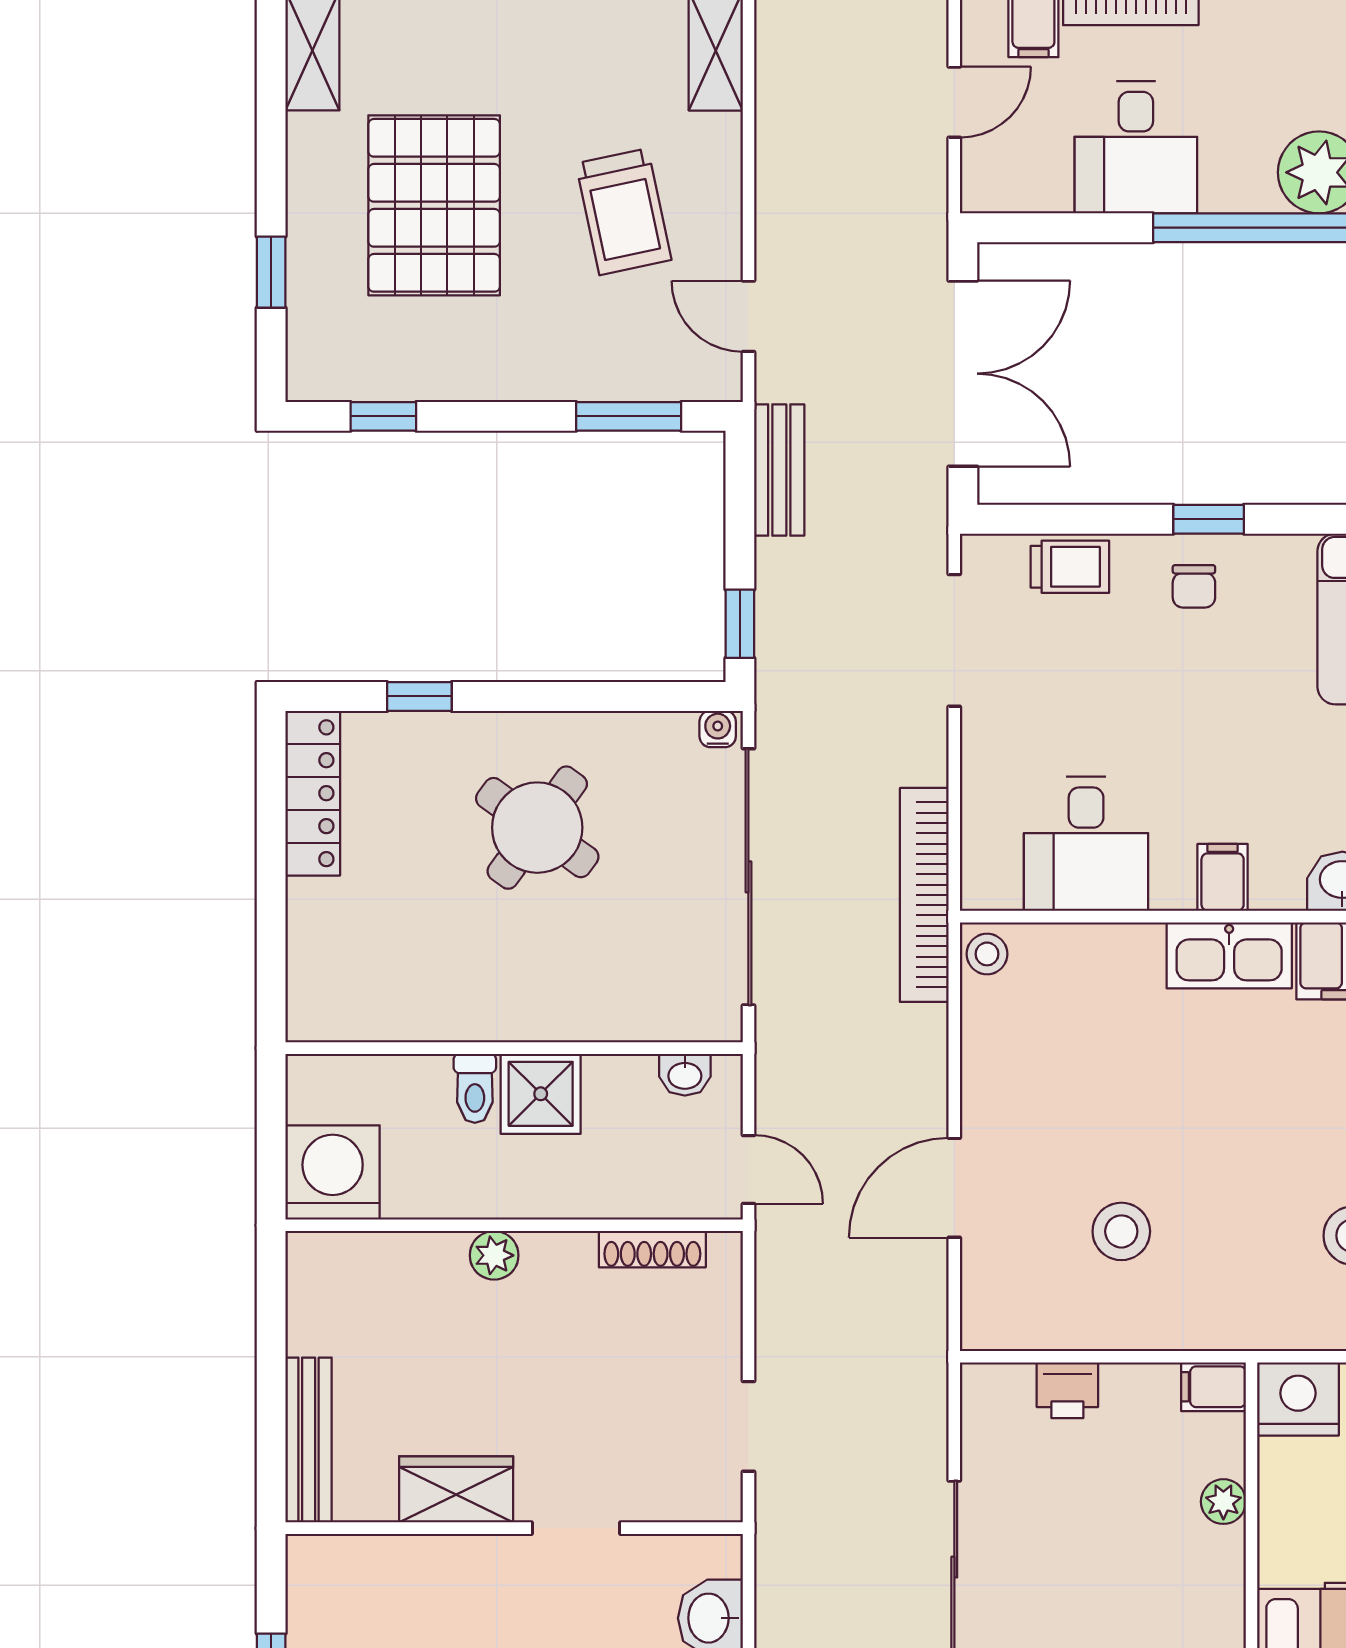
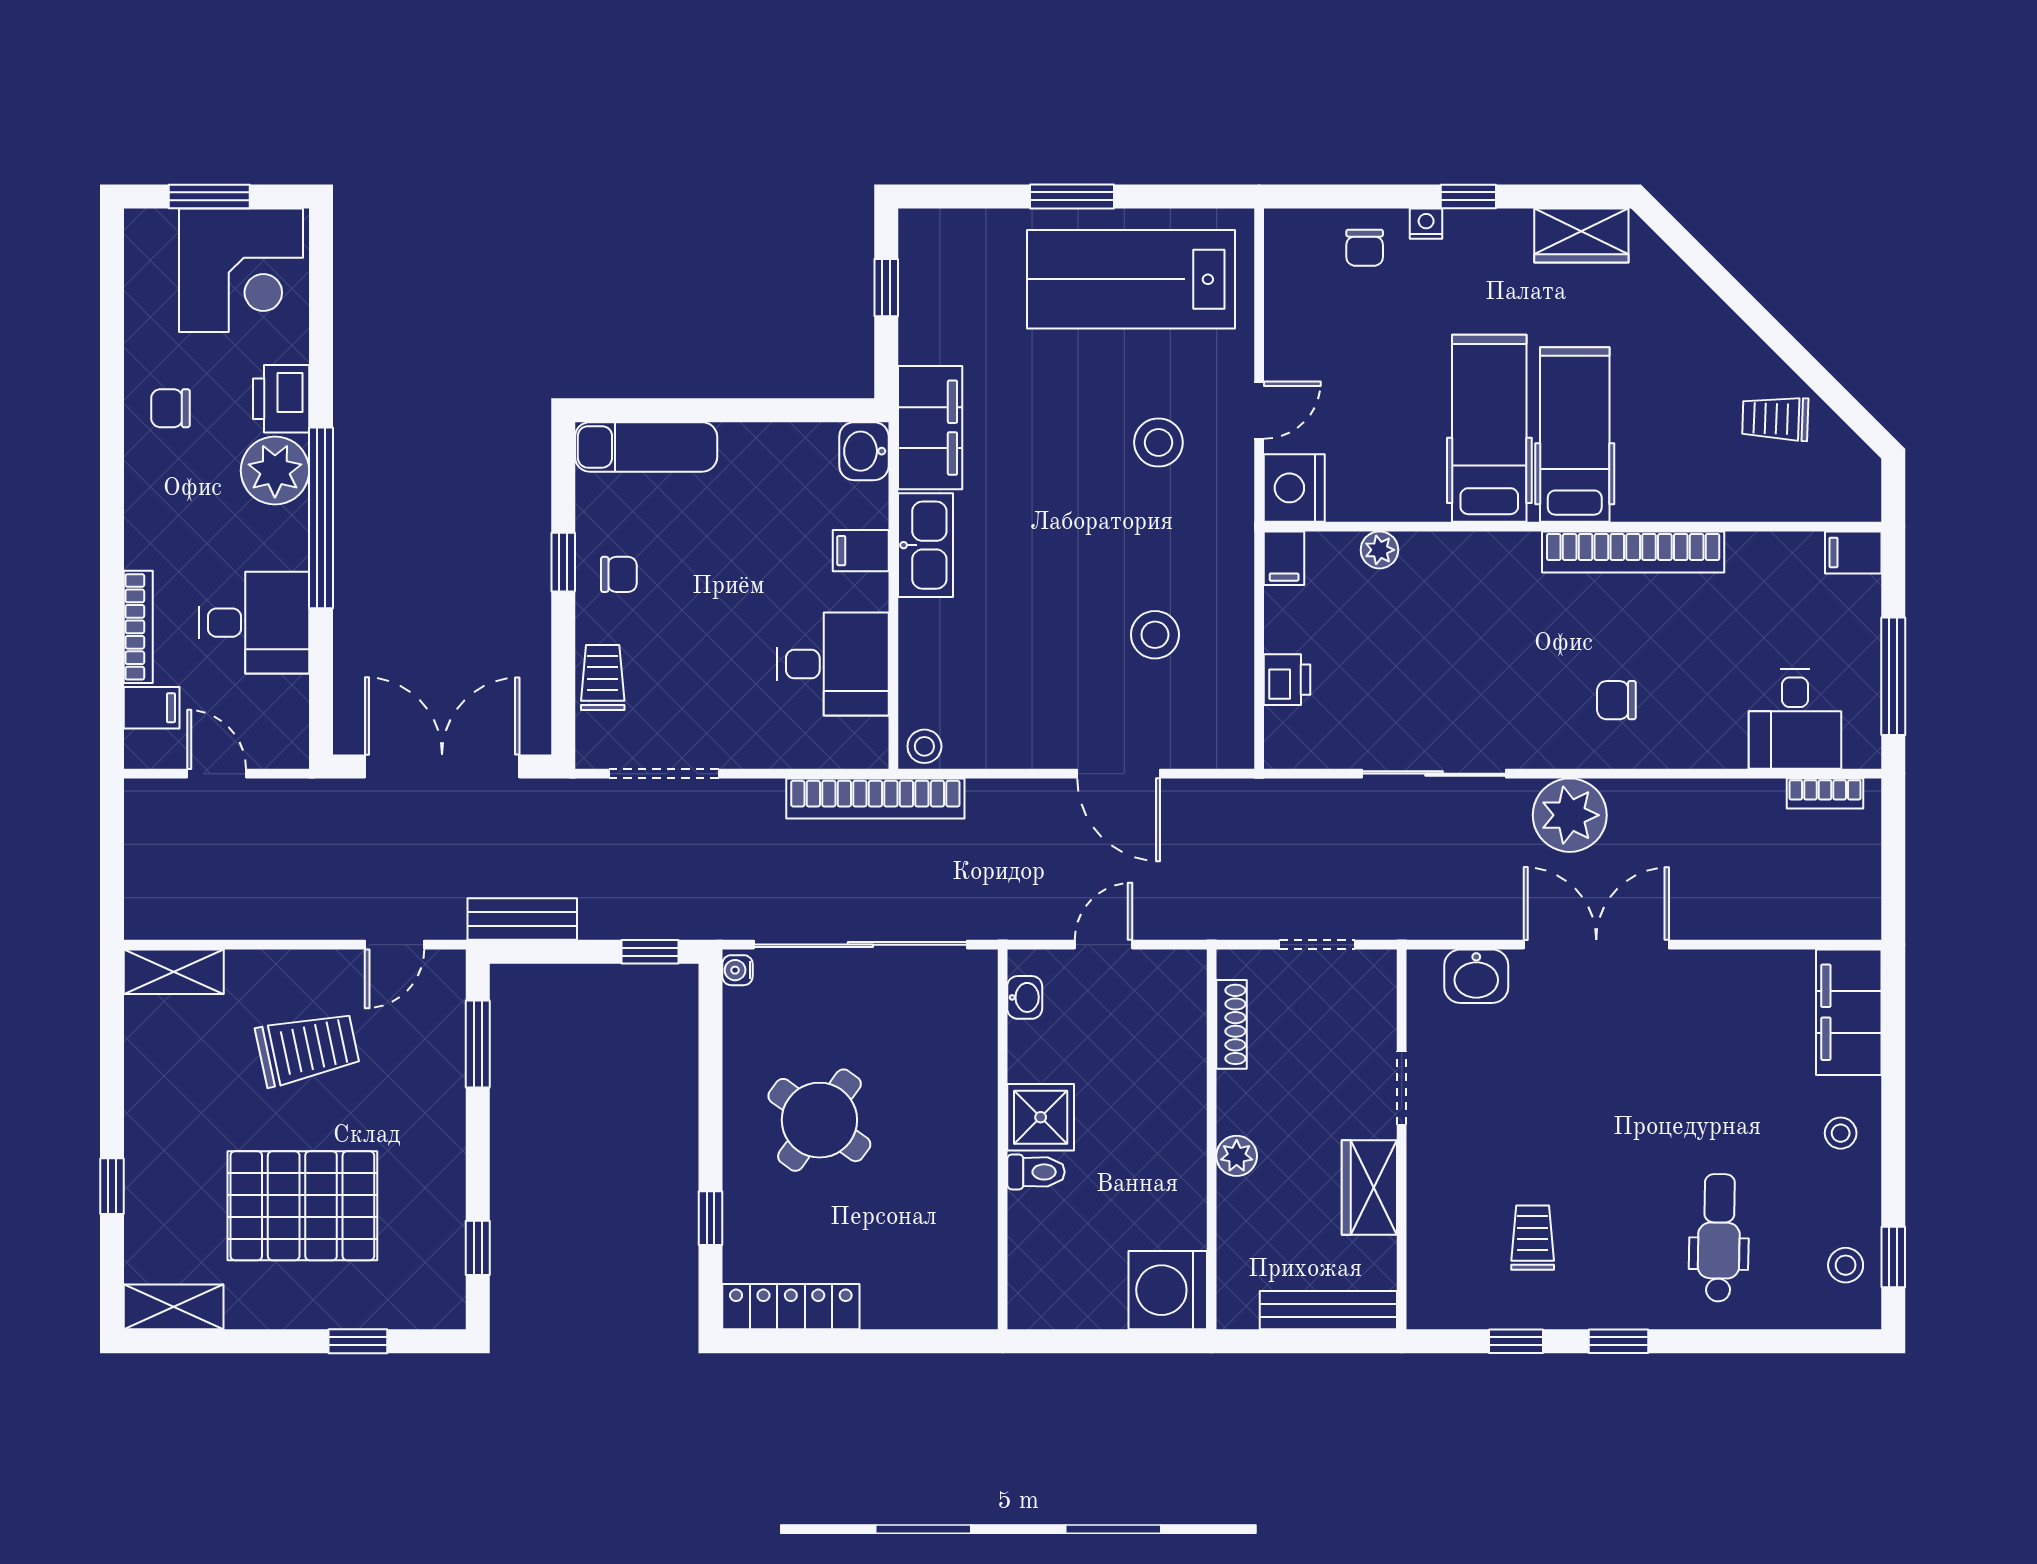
washing machine: (333, 1172) -> (1168, 1290), moved
wall: (514, 1225) -> (1212, 1139), moved
shoe rack: (652, 1249) -> (1231, 1024), moved
plant: (494, 1255) -> (1237, 1156), moved

